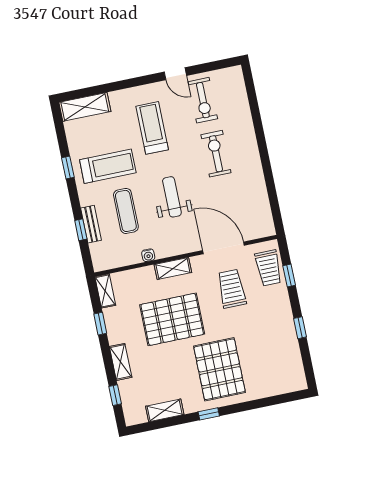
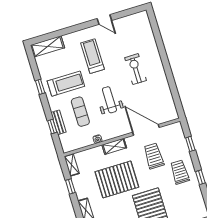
exercise bike: (203, 100) -> (124, 35), removed
trolley: (268, 268) -> (180, 172), moved, turned 180

